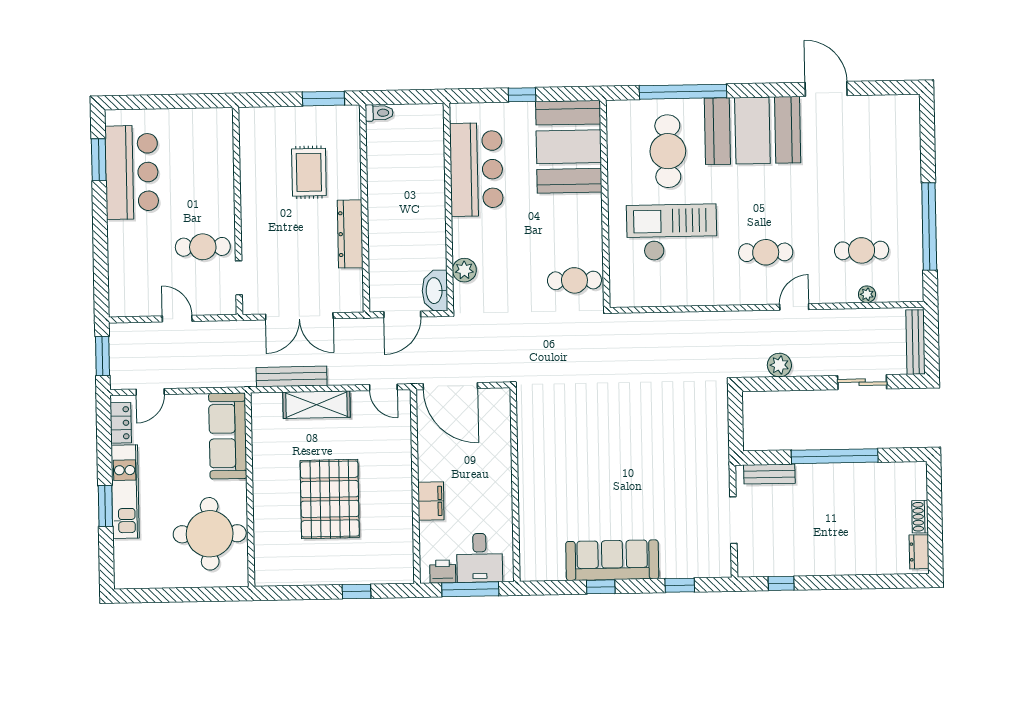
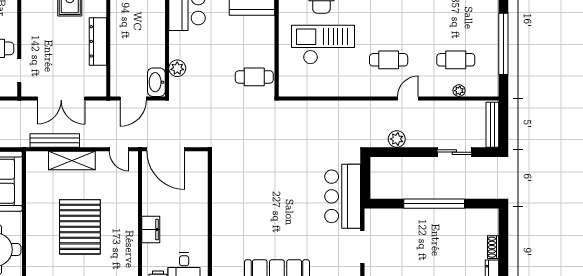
bar counter: (704, 448) -> (343, 196), added
bench: (769, 474) -> (388, 215), removed

